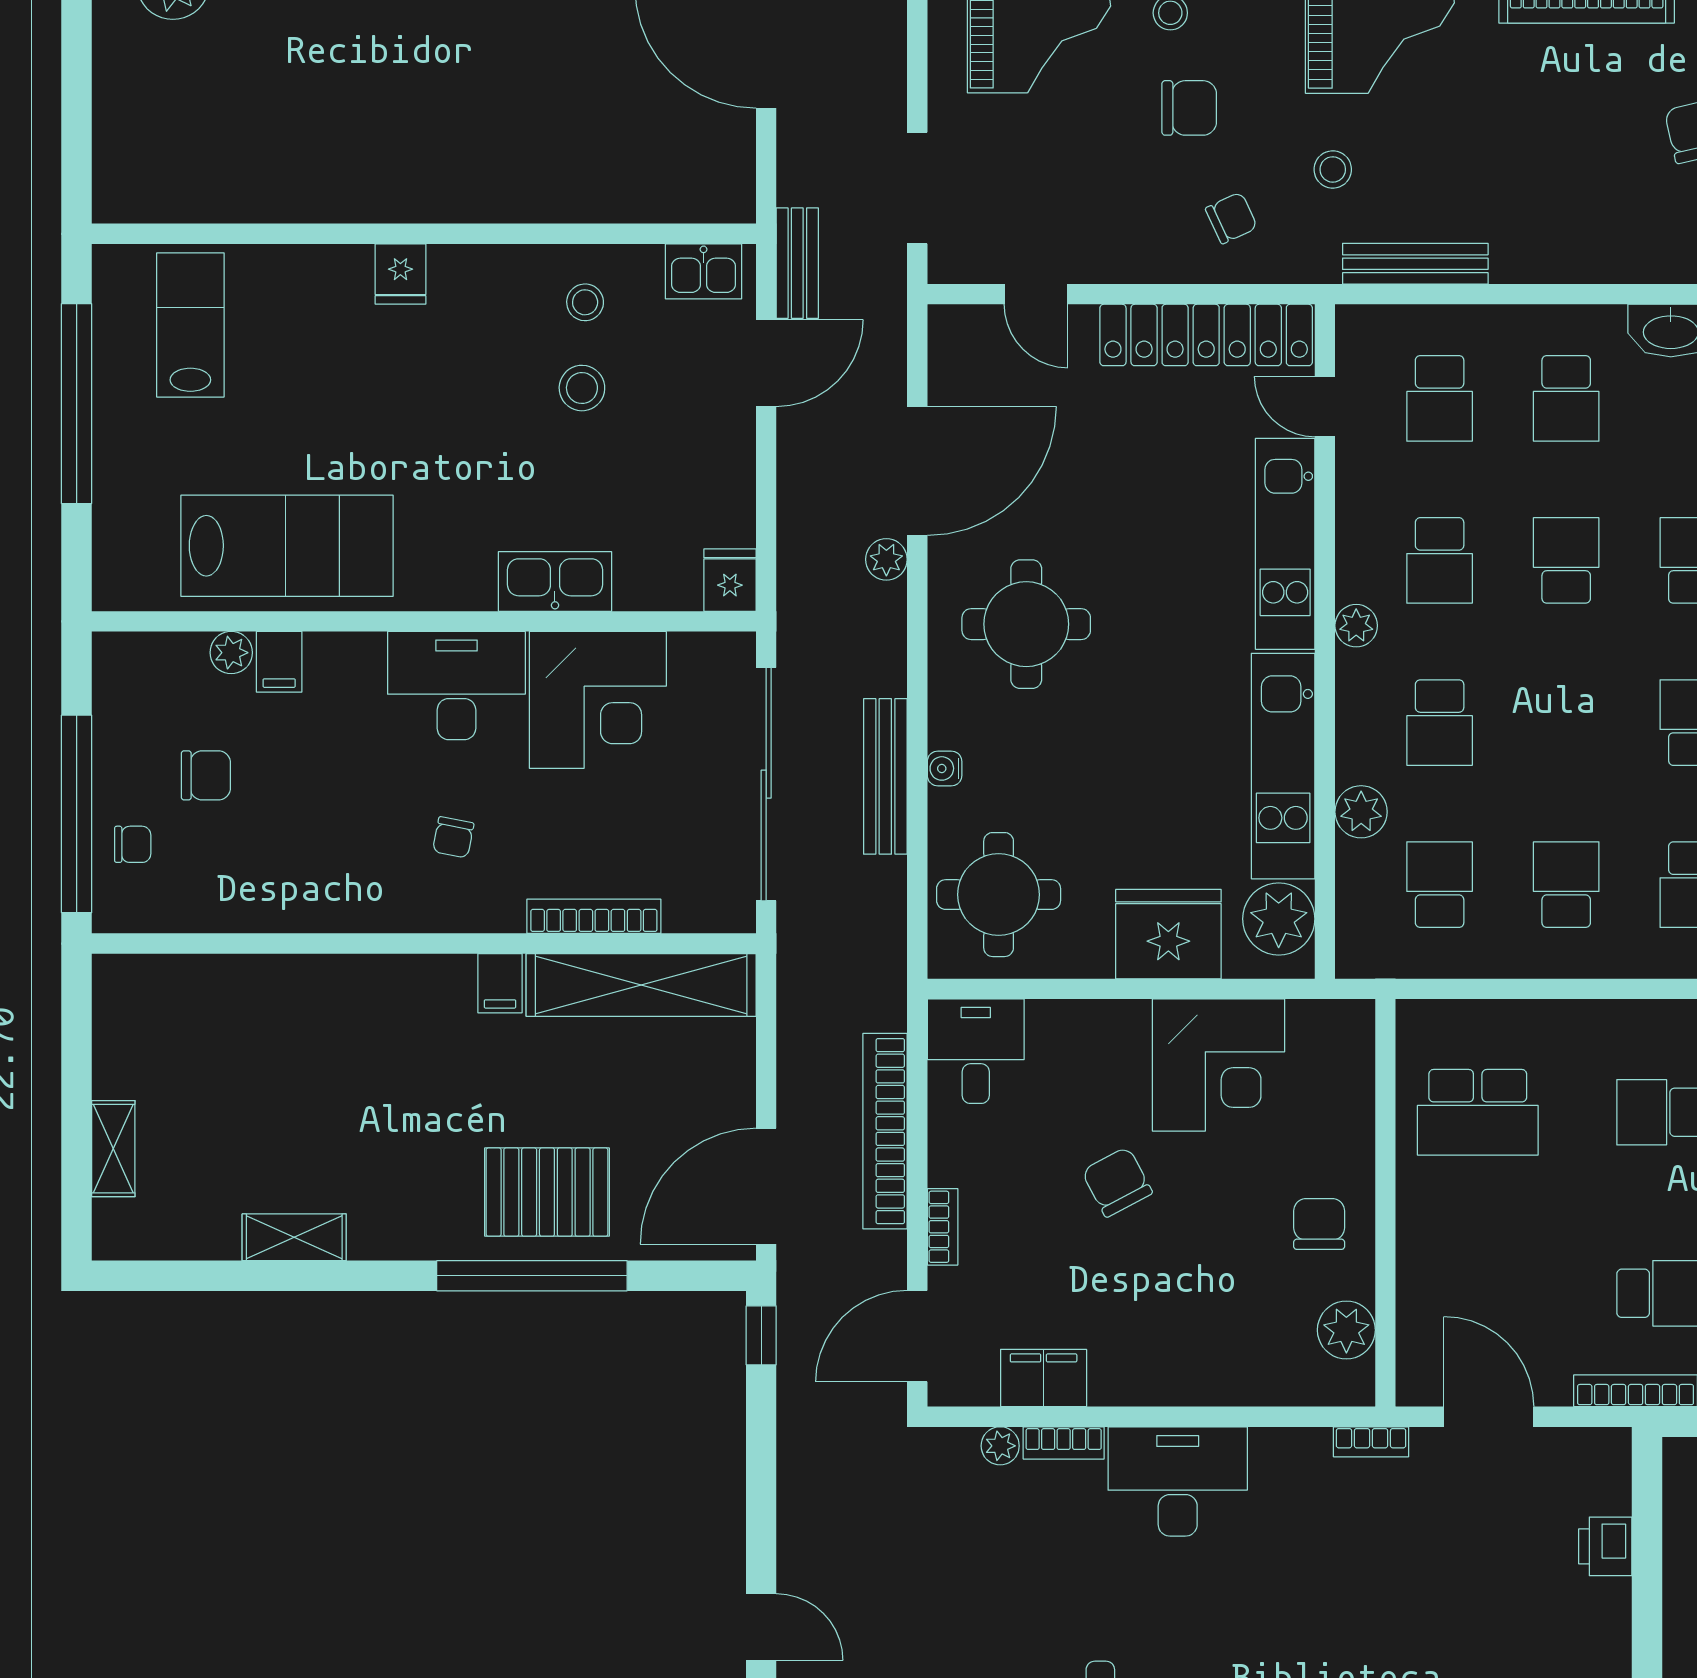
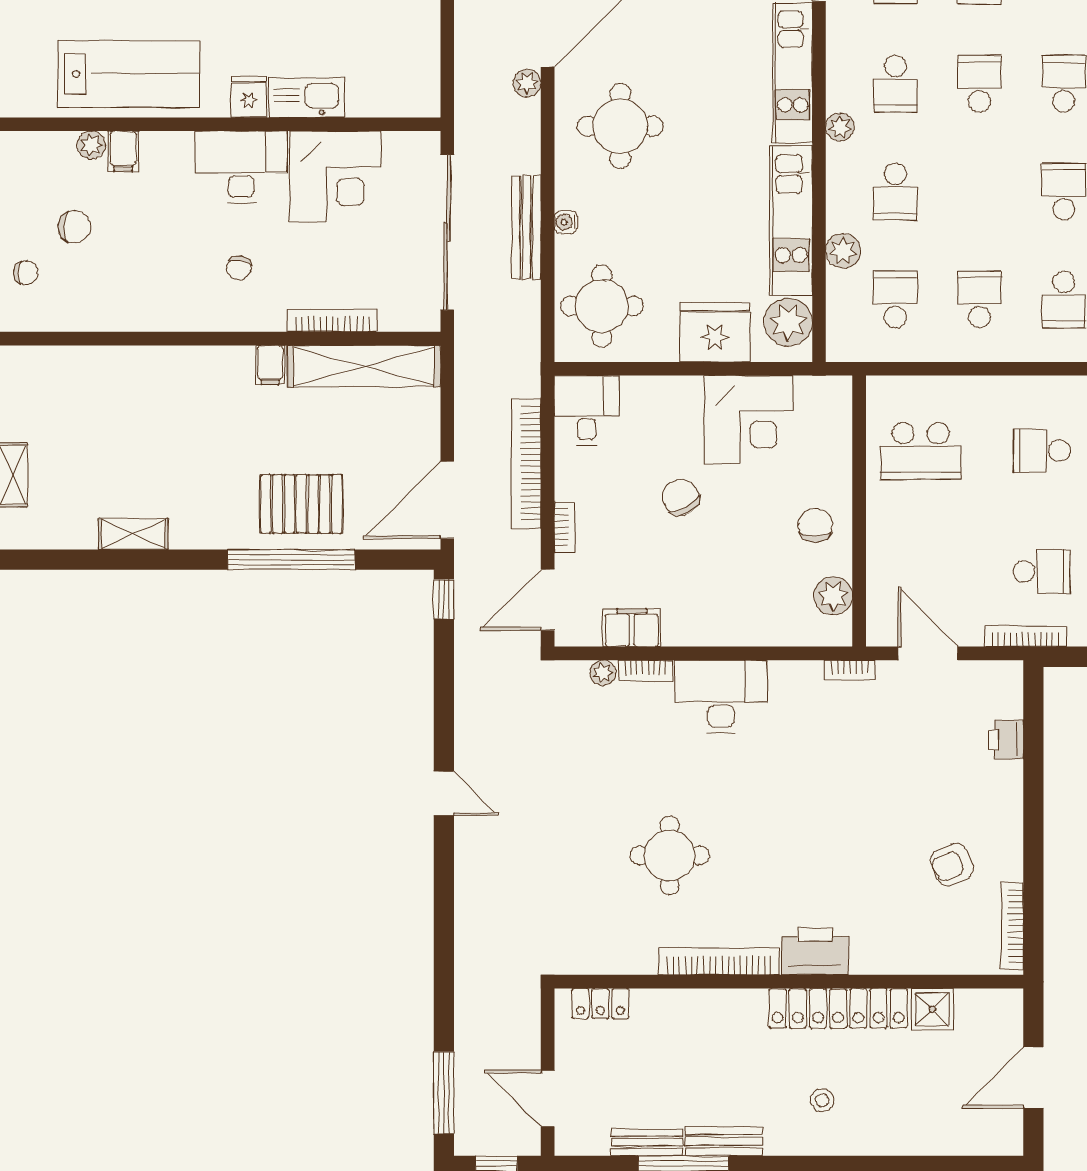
fridge: (730, 580) -> (249, 97), moved

